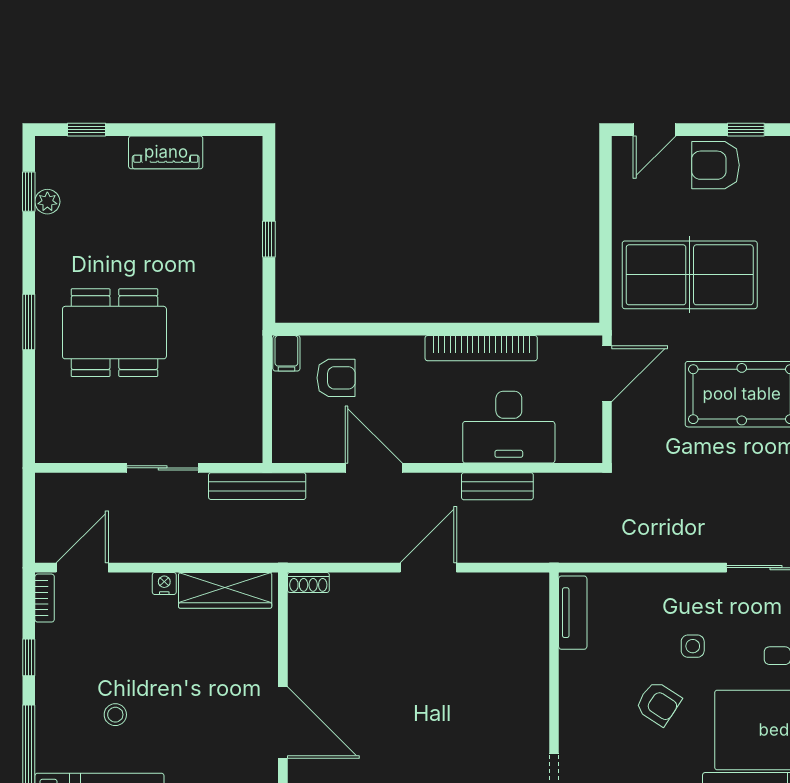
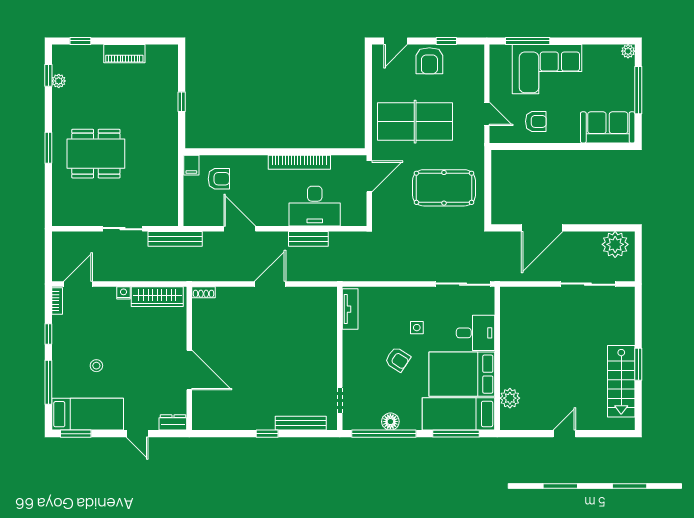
armchair: (716, 165) -> (429, 61), turned -90

